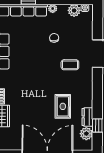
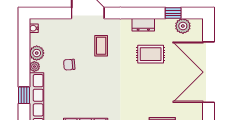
plant: (74, 10) -> (37, 53), moved
dresser: (87, 117) -> (143, 25), moved

